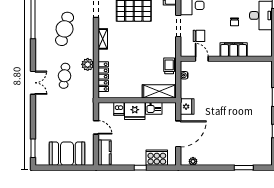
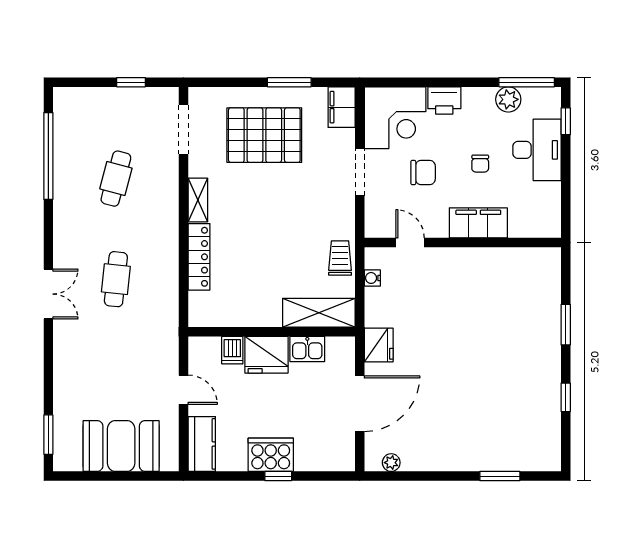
cafe table: (65, 29) -> (116, 179), width x0.73, depth x0.74
chair: (199, 36) -> (423, 173), moved
plant: (88, 64) -> (166, 255), removed
locker: (103, 77) -> (199, 257), moved
cooker: (157, 158) -> (271, 455), moved

